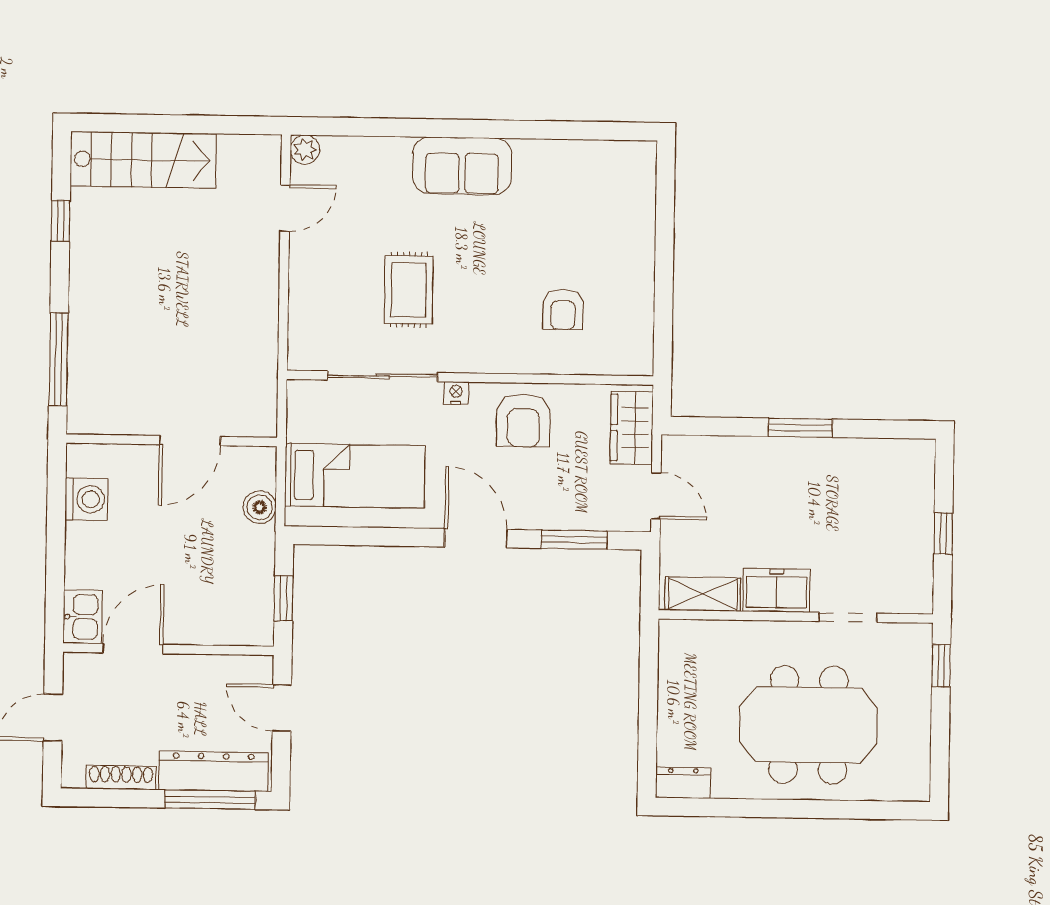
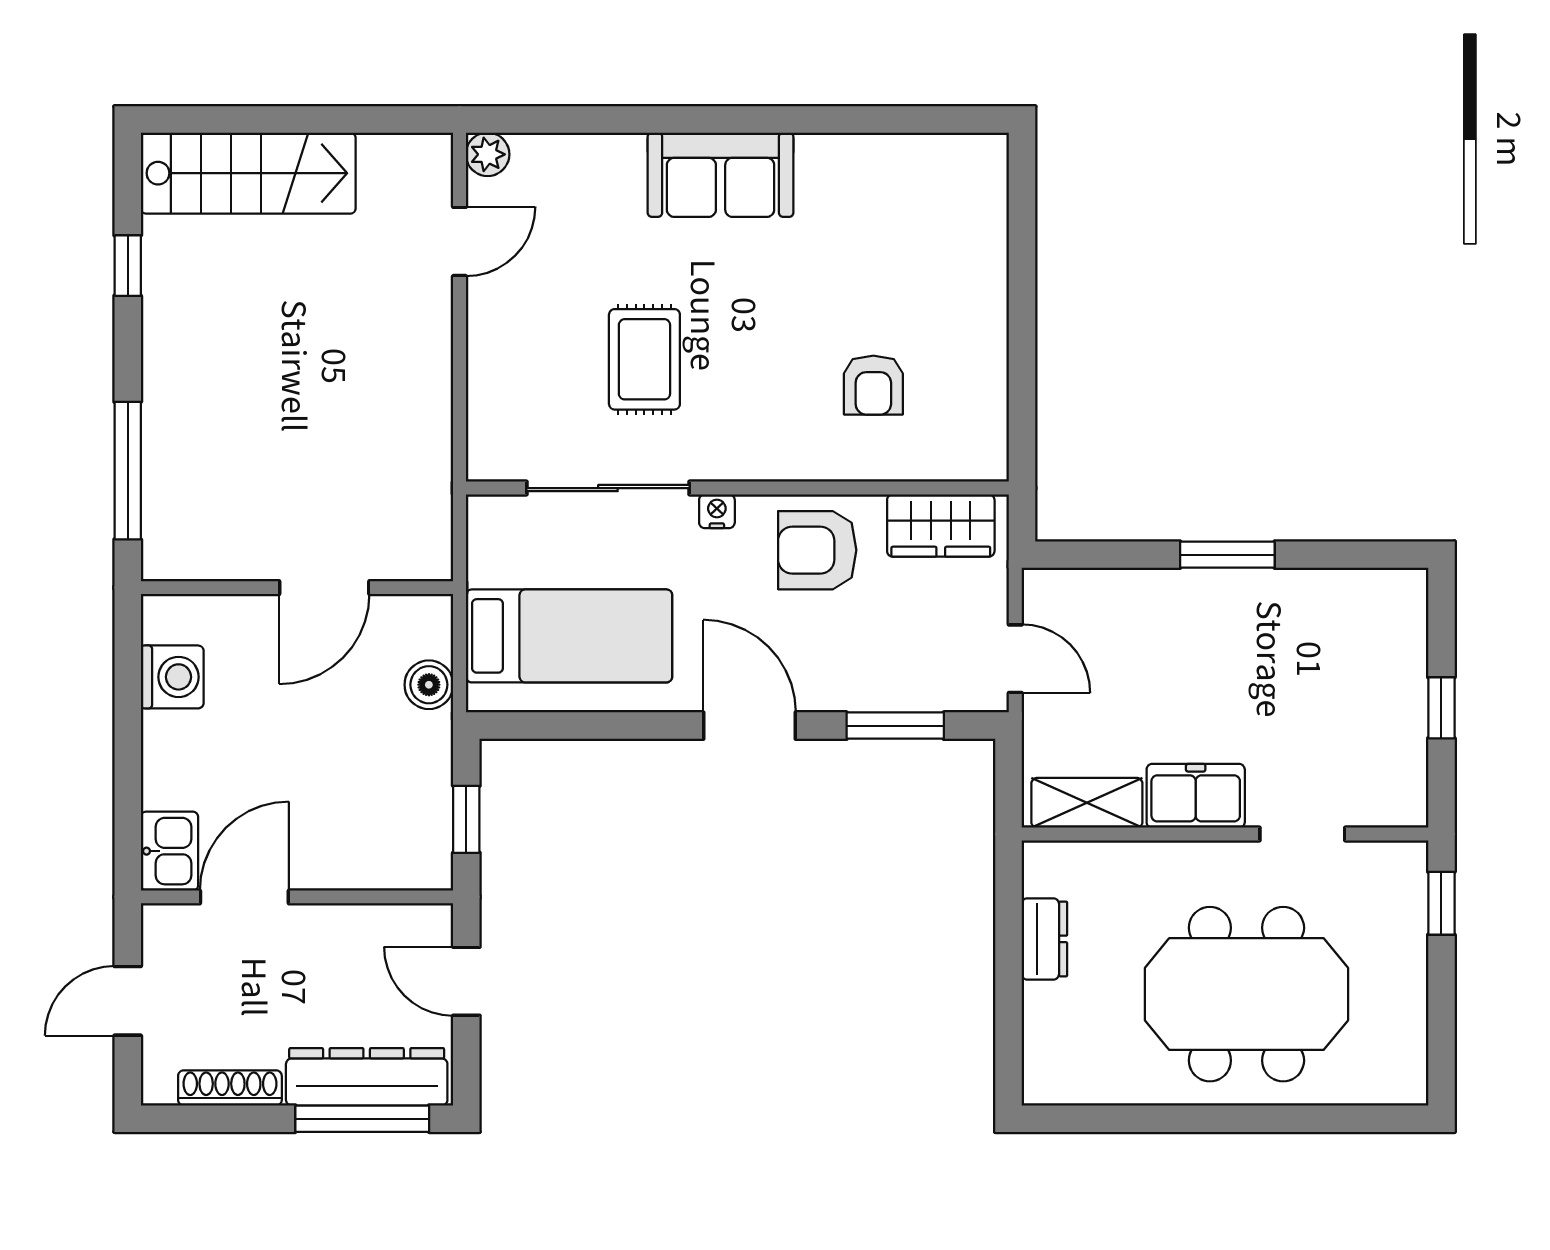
armchair: (523, 420) -> (817, 550), turned 90
wardrobe: (632, 428) -> (941, 525), moved, turned -90
dresser: (683, 783) -> (1044, 939), moved, turned 90

